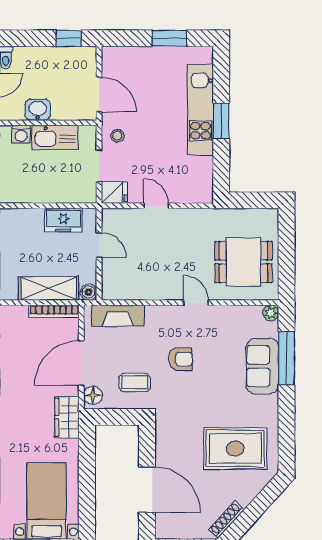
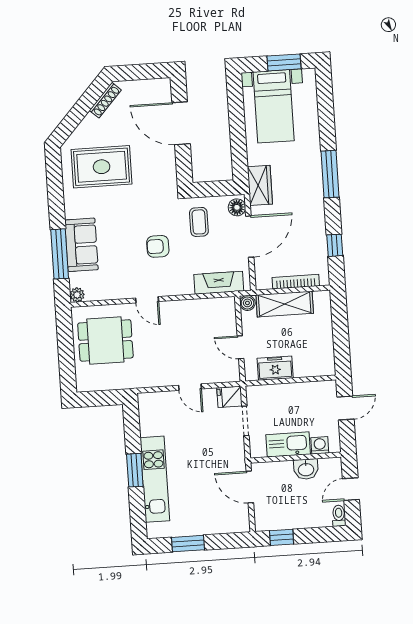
stool: (117, 136) -> (230, 450), removed
bookcase: (54, 311) -> (296, 282), moved
coffee table: (135, 382) -> (199, 222), turned 90

